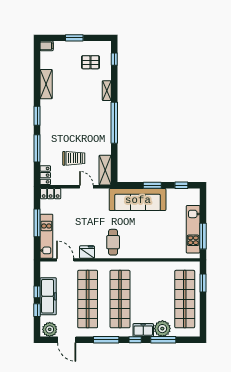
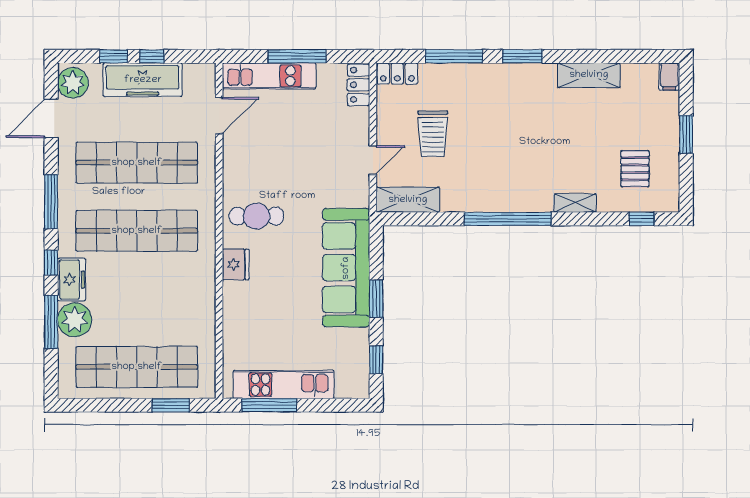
fridge: (87, 252) -> (236, 264), moved

